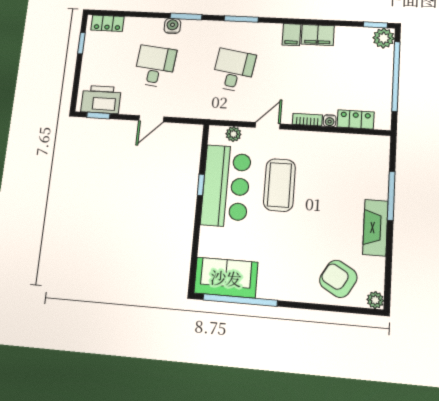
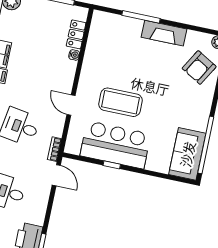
door: (151, 119) -> (56, 175), moved
bookcase: (307, 120) -> (55, 149), moved
plant: (233, 134) -> (74, 134), removed

